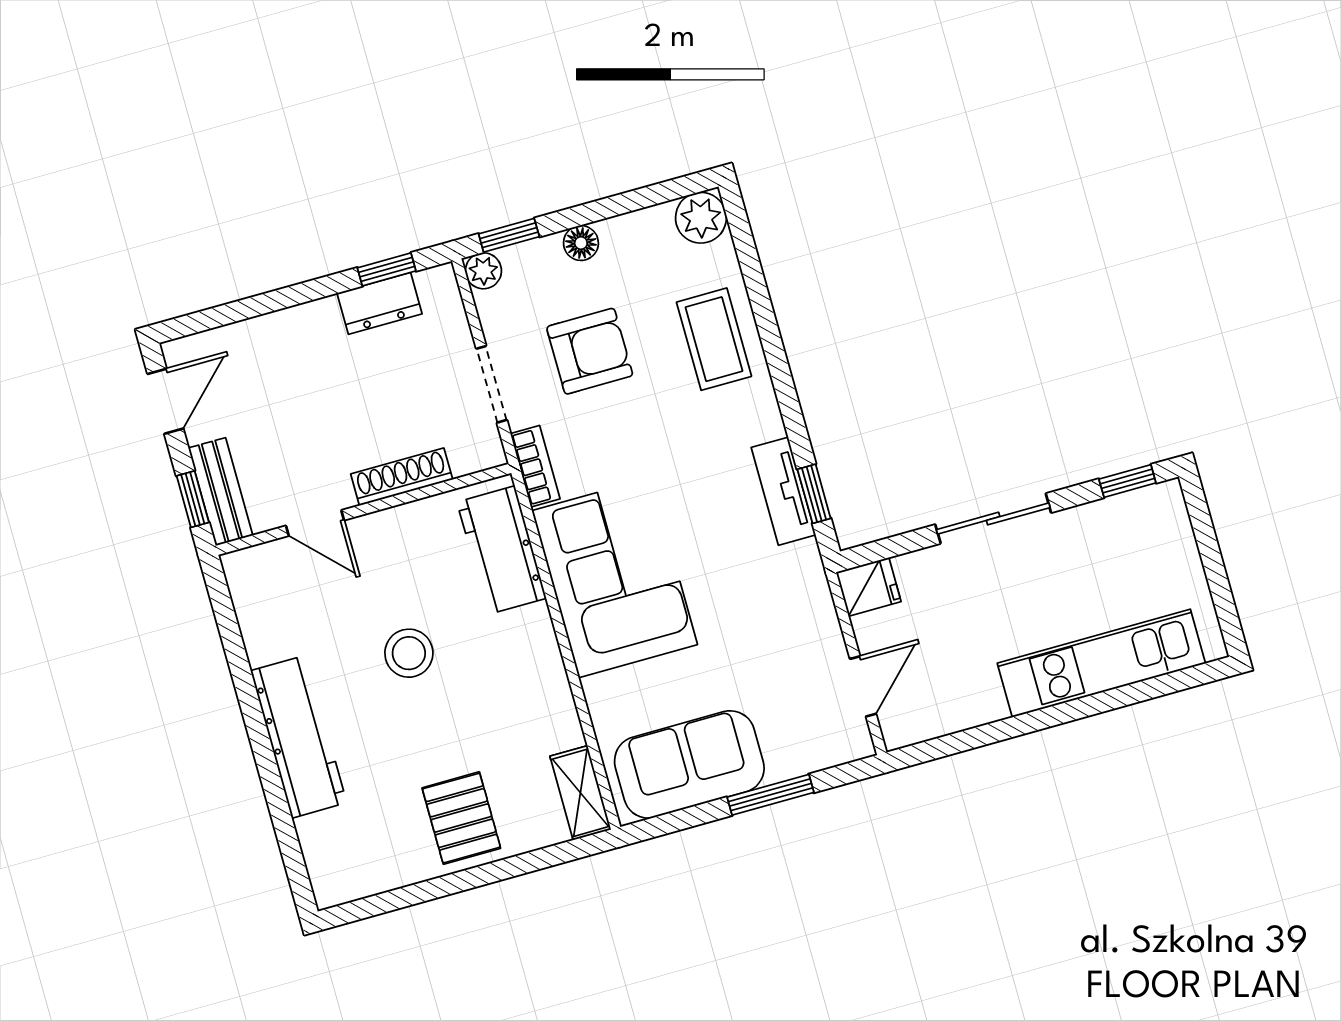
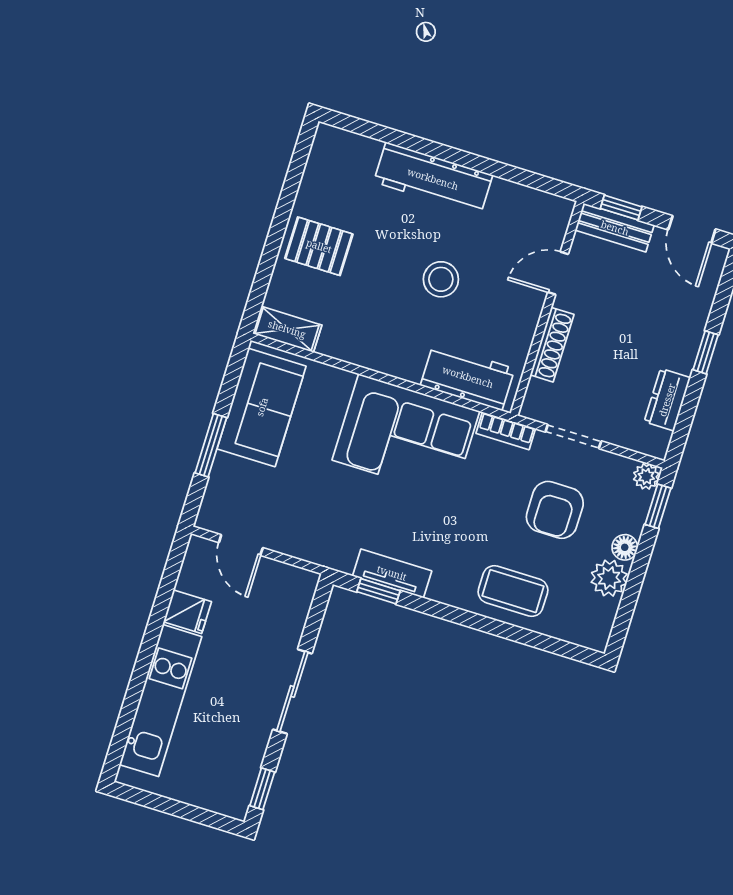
plant: (701, 218) -> (609, 578), moved
window: (387, 269) -> (706, 352), moved
fridge: (869, 587) -> (187, 612), moved, turned -90

